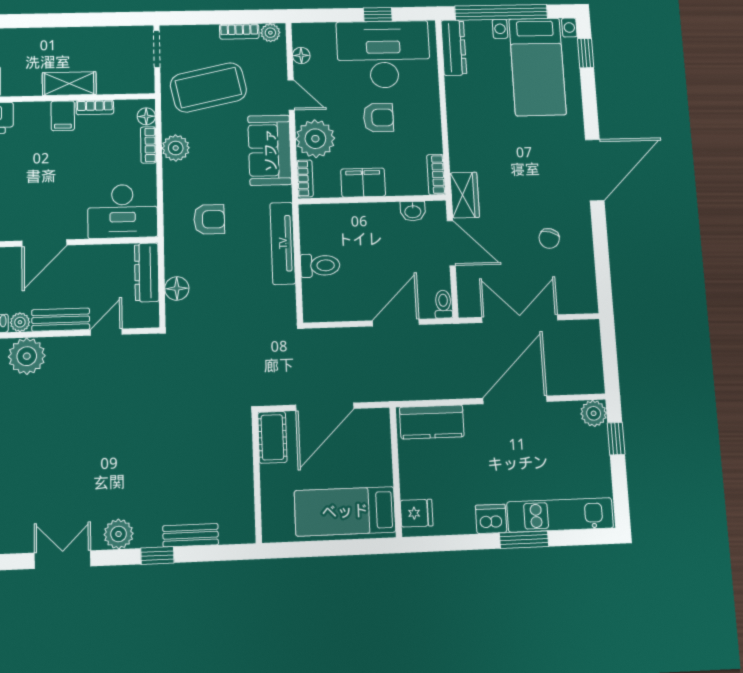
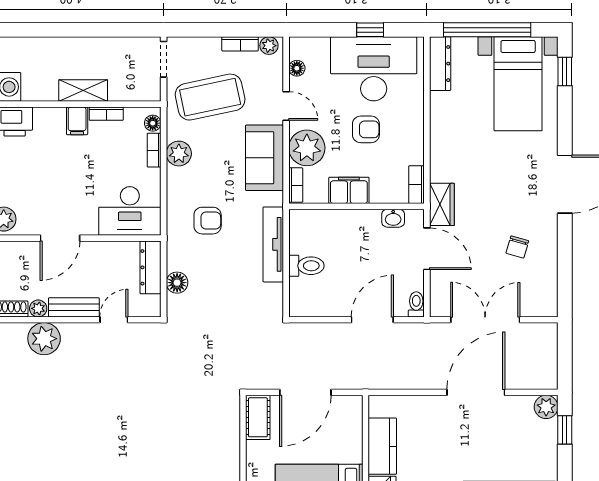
kitchen counter: (432, 422) -> (382, 446), moved, turned -90

